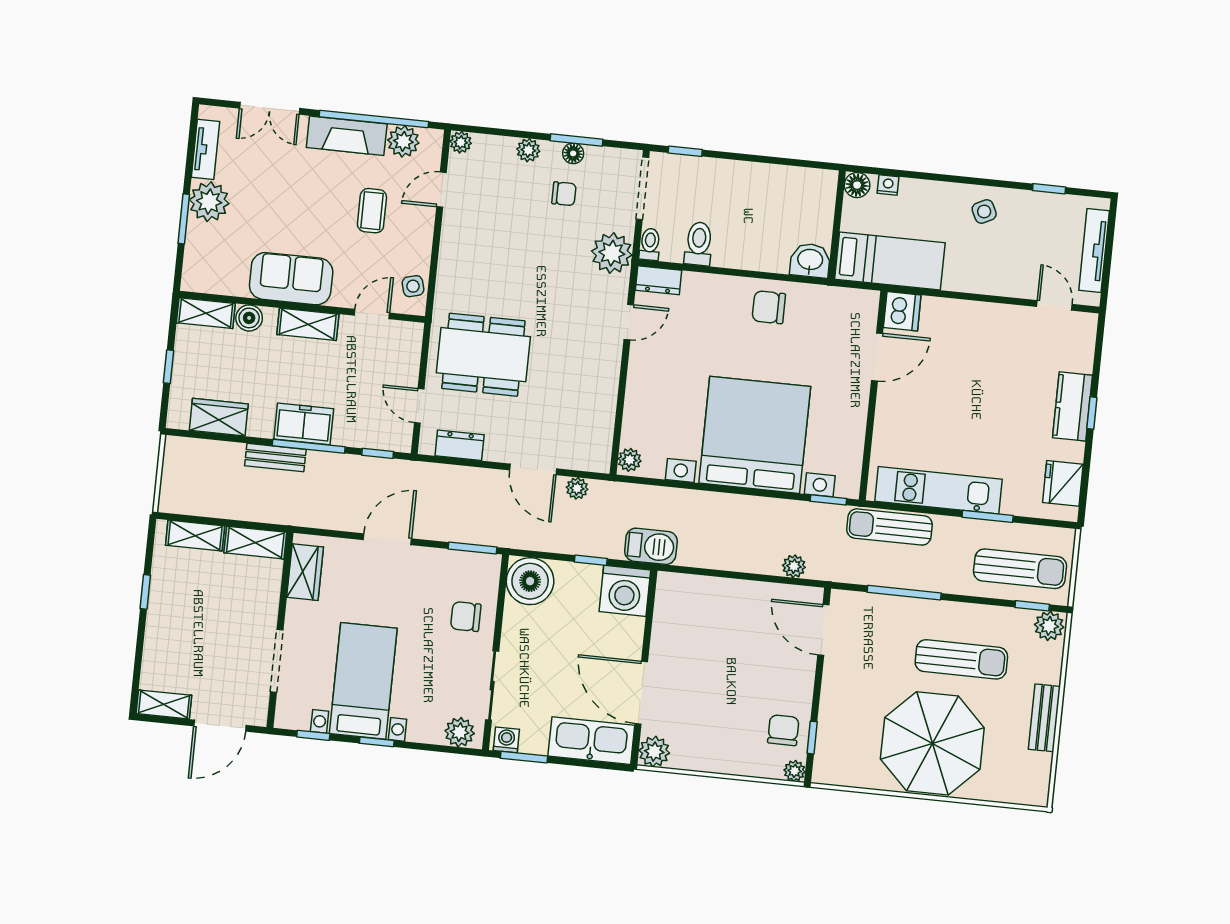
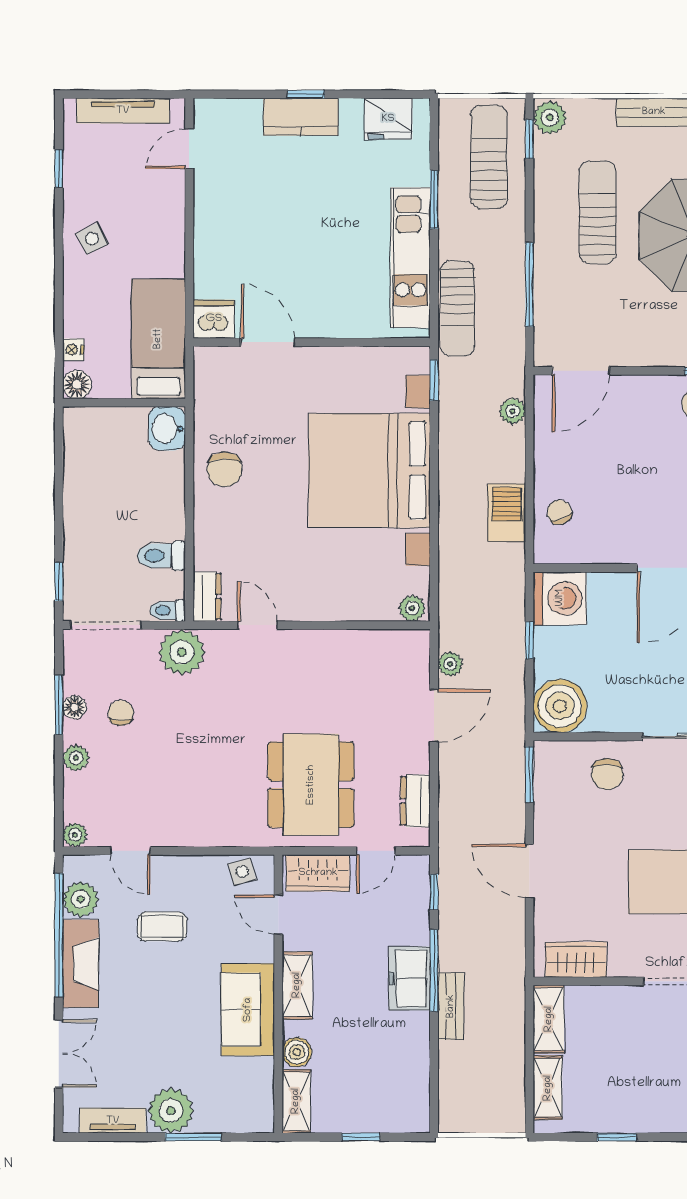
wardrobe: (219, 417) -> (318, 873), moved, turned -90
barbecue: (651, 546) -> (507, 513), moved
chair: (701, 598) -> (559, 512), added

